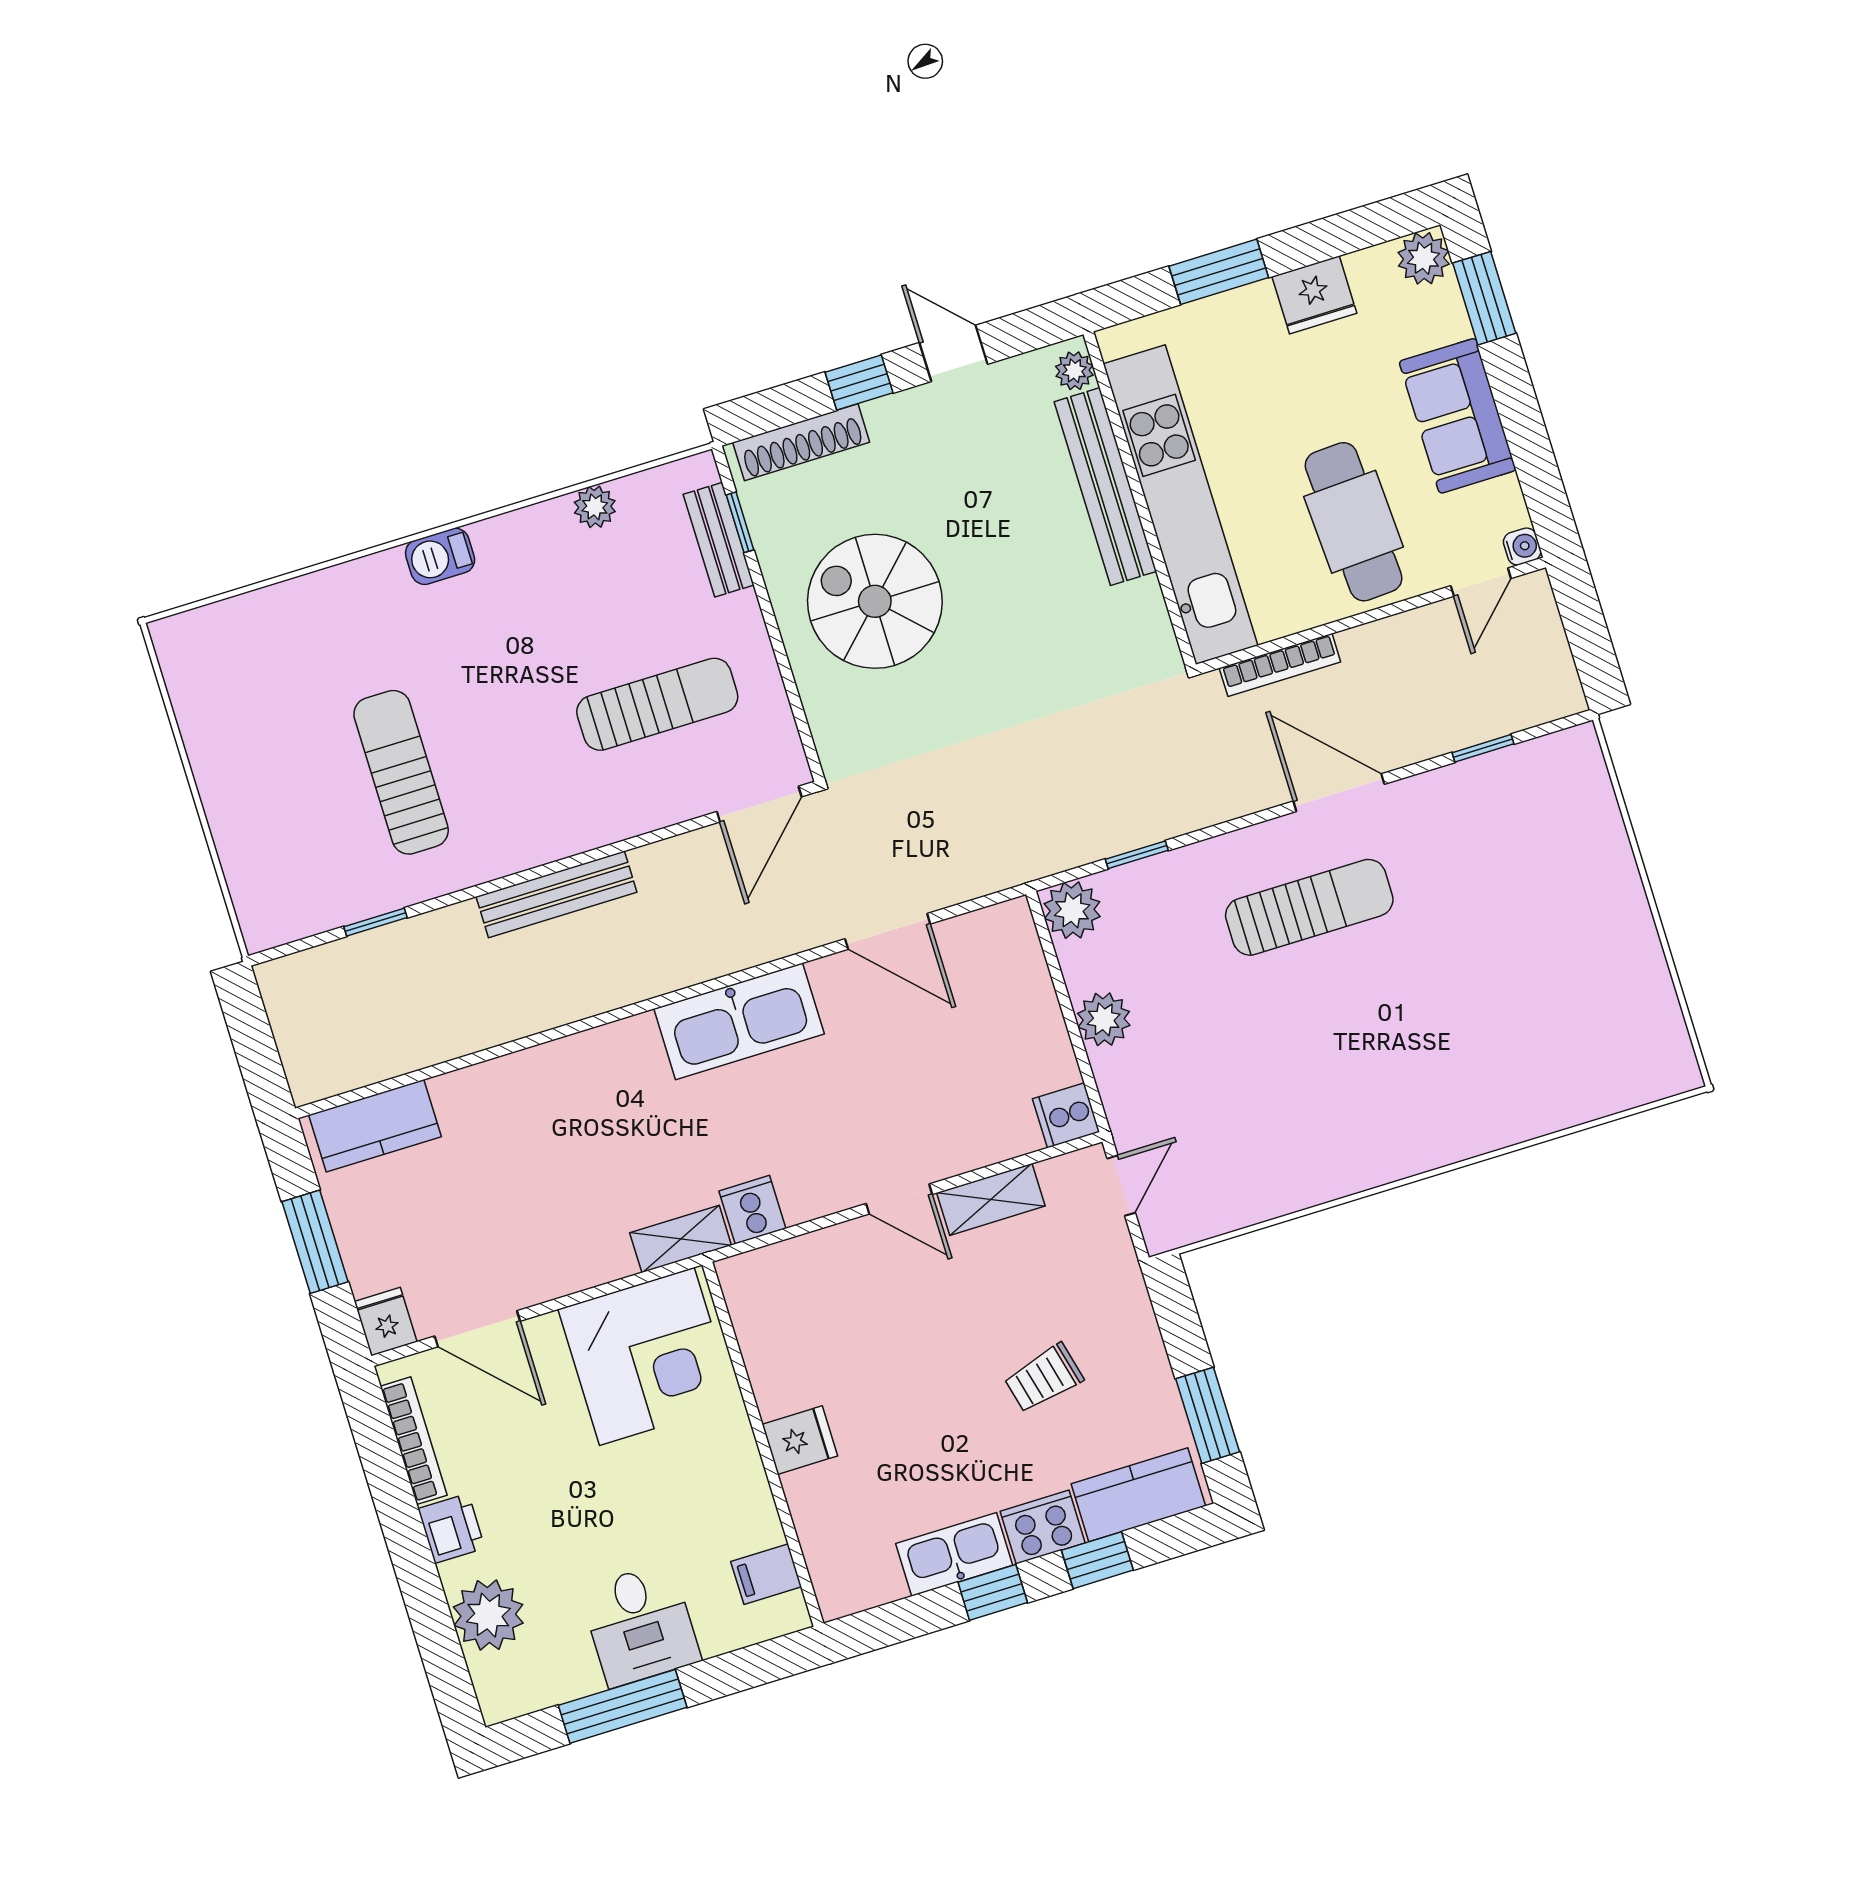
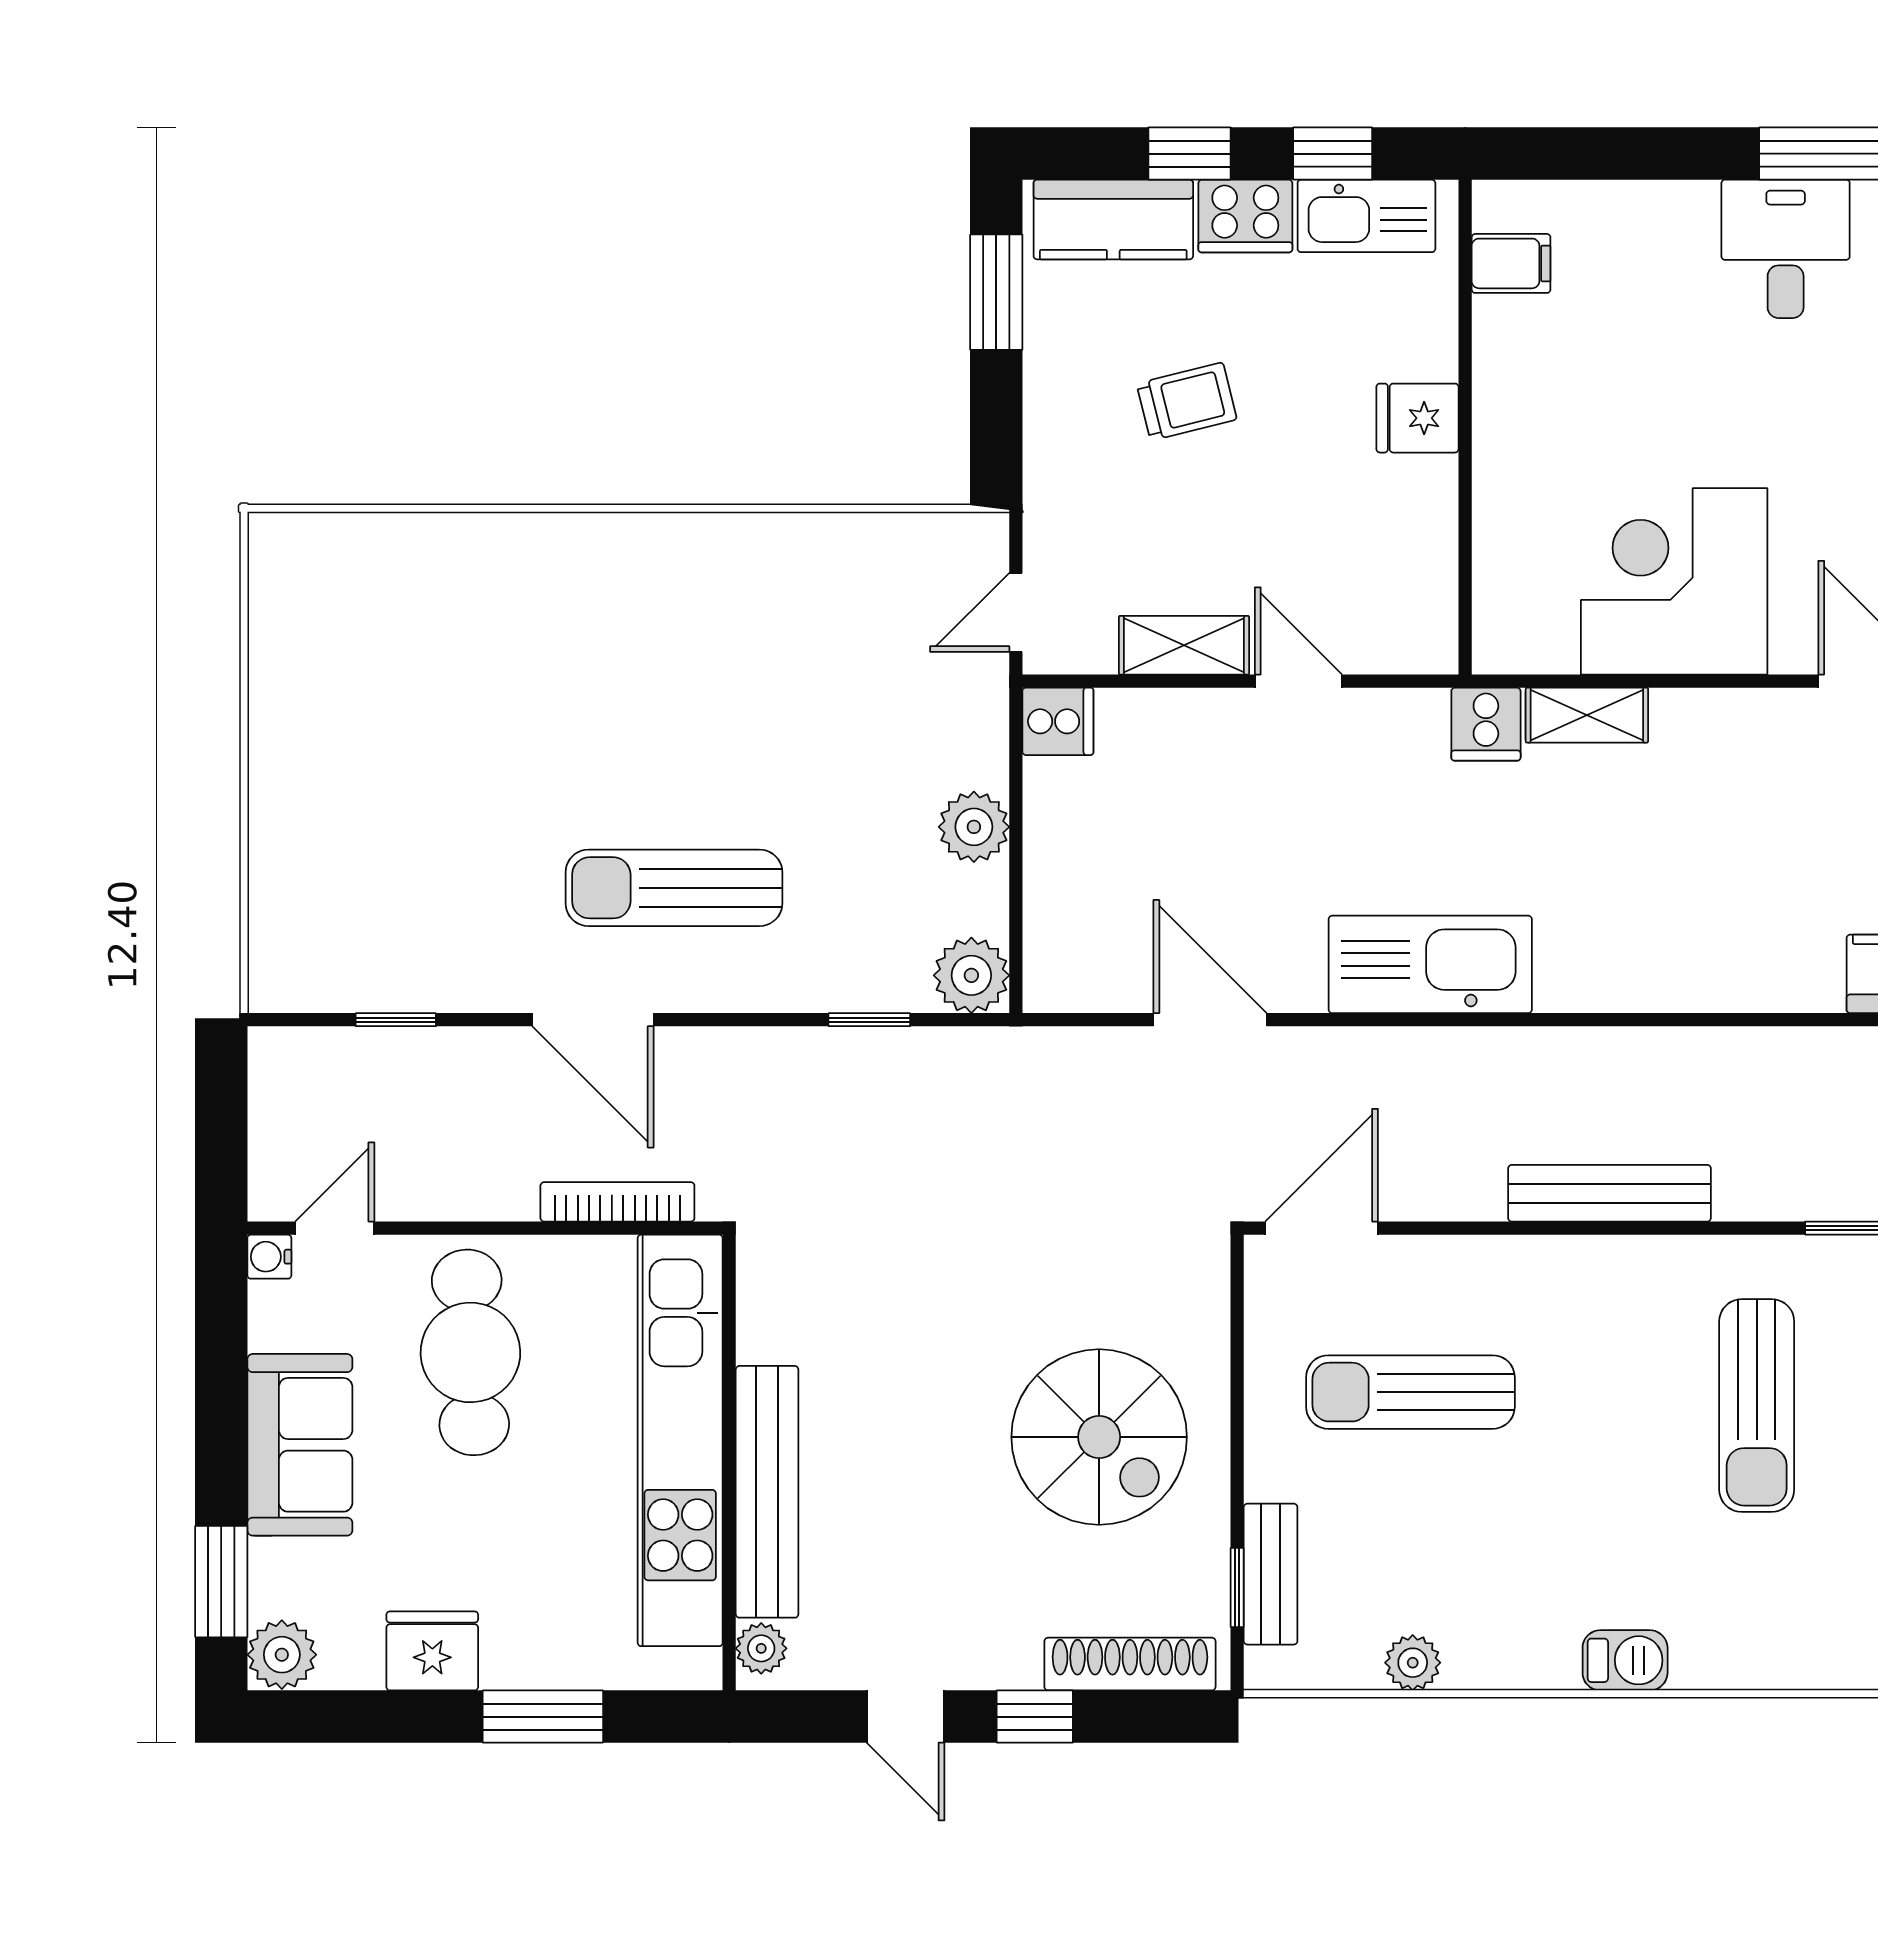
fridge: (800, 1440) -> (1417, 418), moved
wall: (763, 1444) -> (1465, 427), moved
filing cabinet: (766, 1574) -> (1511, 263), moved

